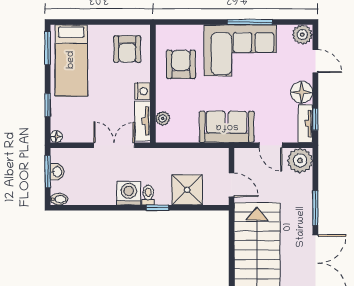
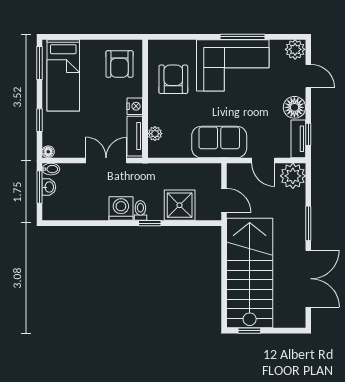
bidet: (59, 199) -> (51, 169), moved

